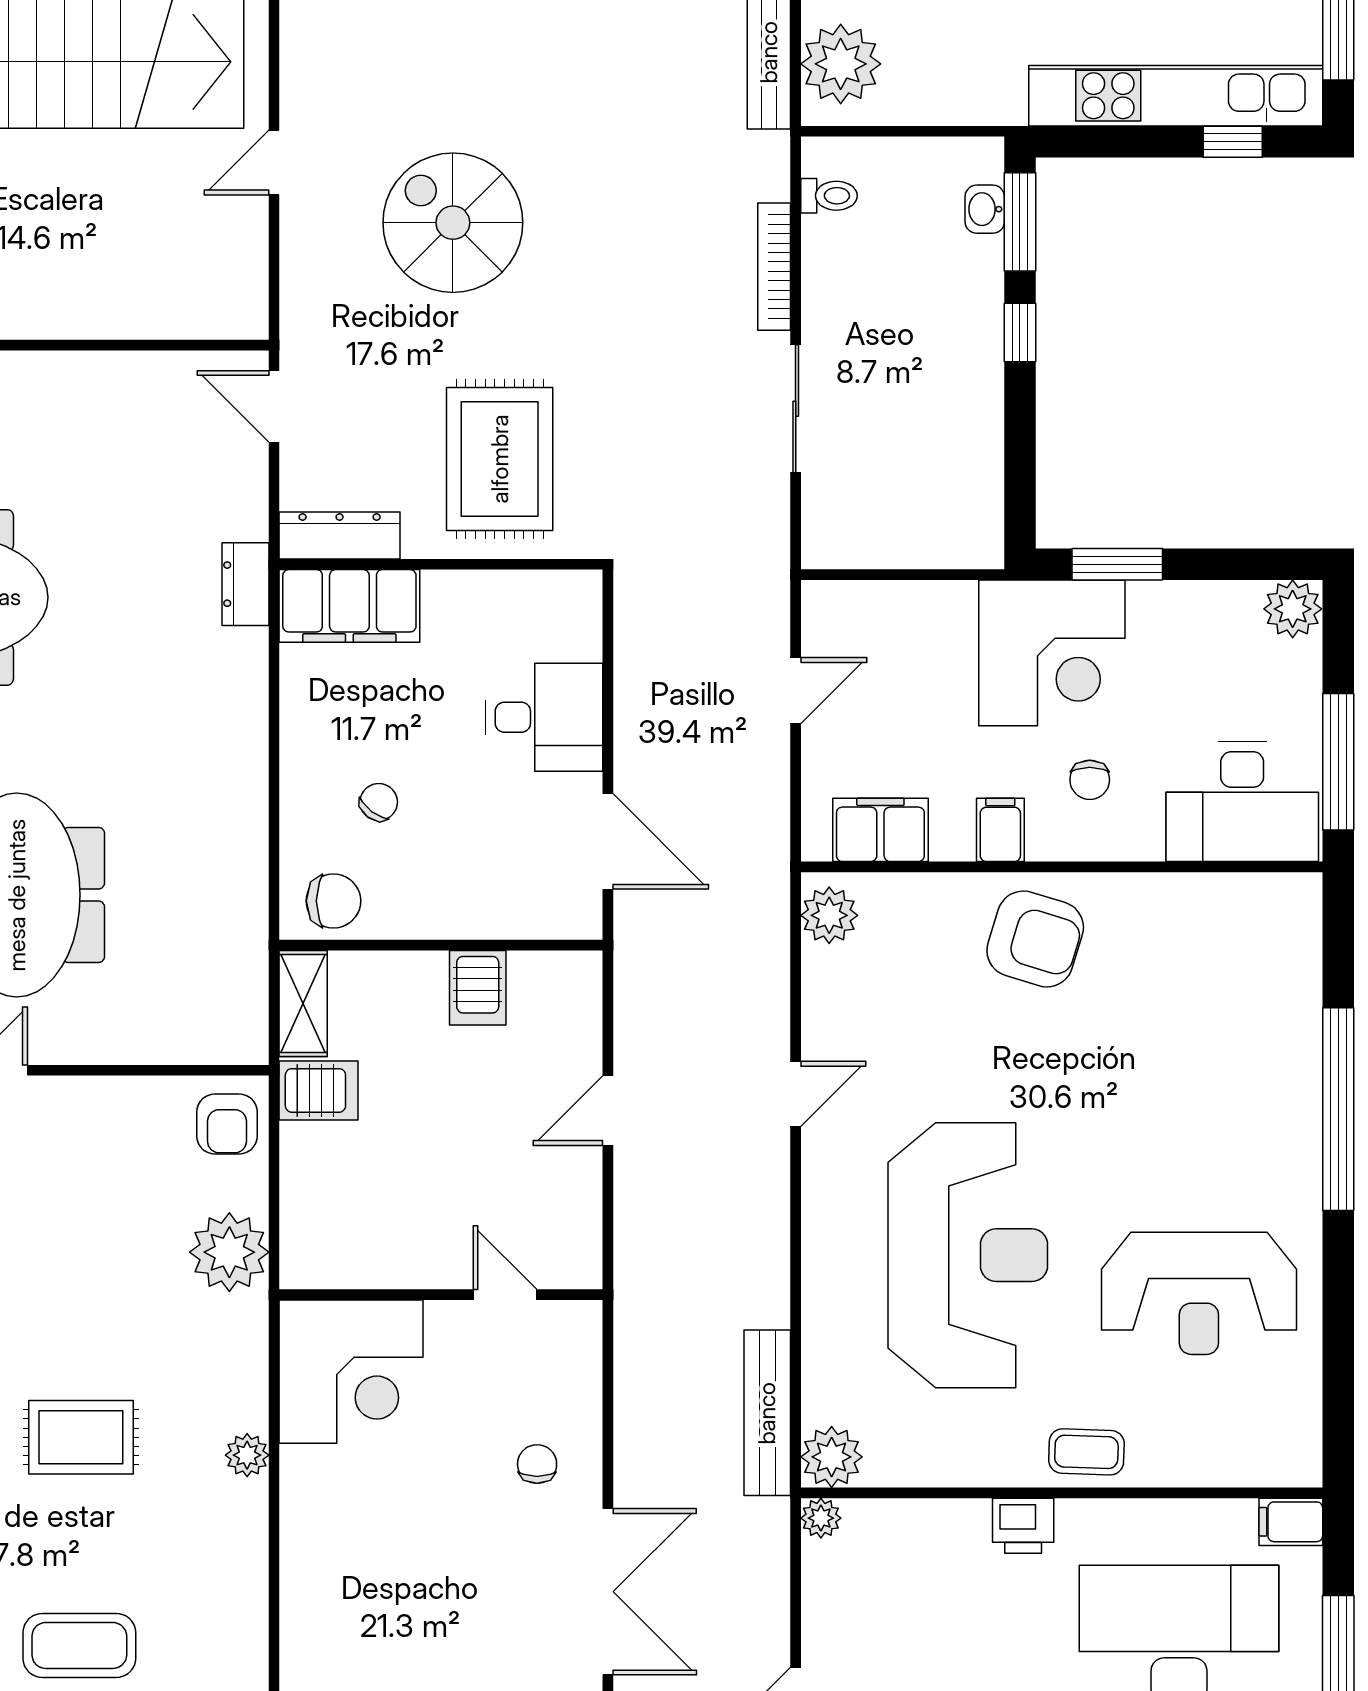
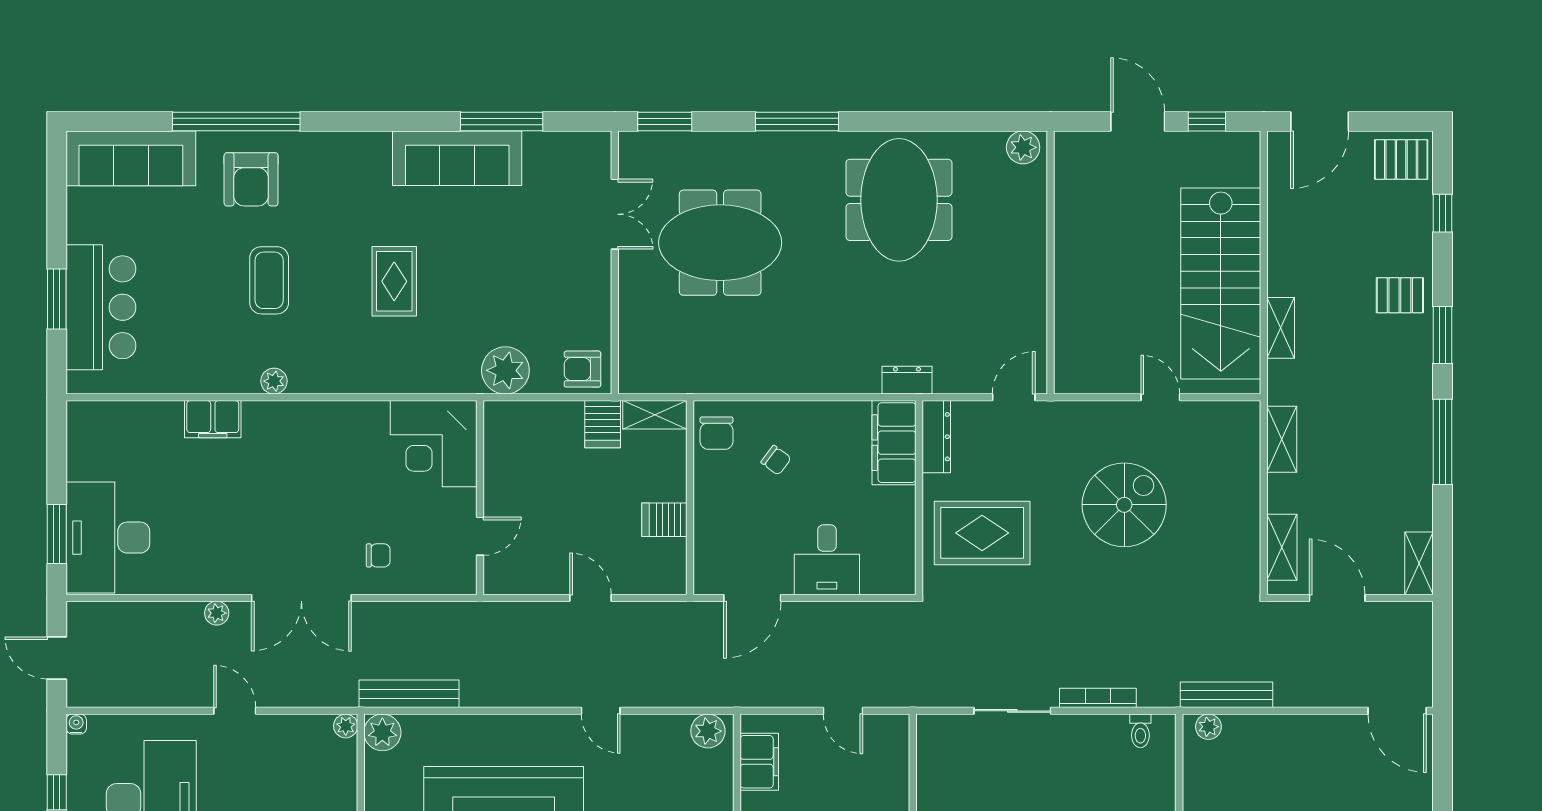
plant: (841, 64) -> (1208, 727), width x0.53, depth x0.53
plant: (247, 1455) -> (274, 381), moved

